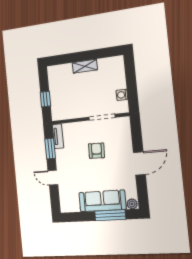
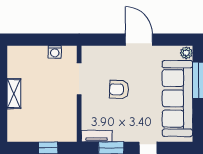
sofa: (102, 201) -> (177, 98), width x1.36, depth x1.27

